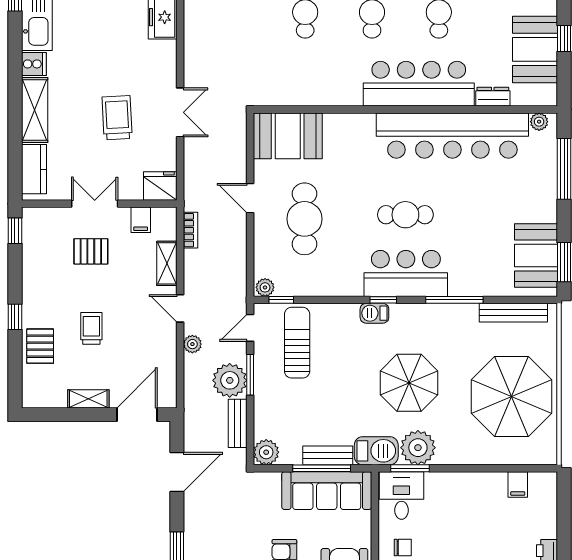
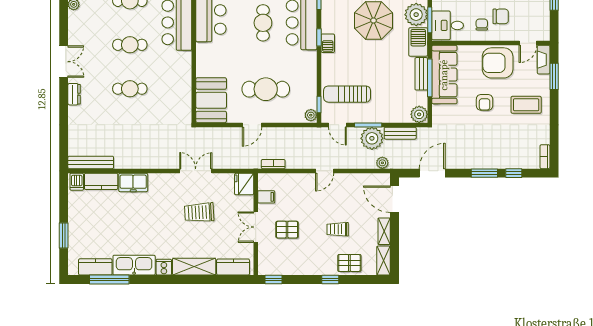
pallet: (91, 251) -> (287, 230), turned 90
shelving: (167, 263) -> (384, 261), moved, turned 90
plant: (192, 344) -> (382, 163), moved
door: (177, 472) -> (432, 173), hinge flipped

